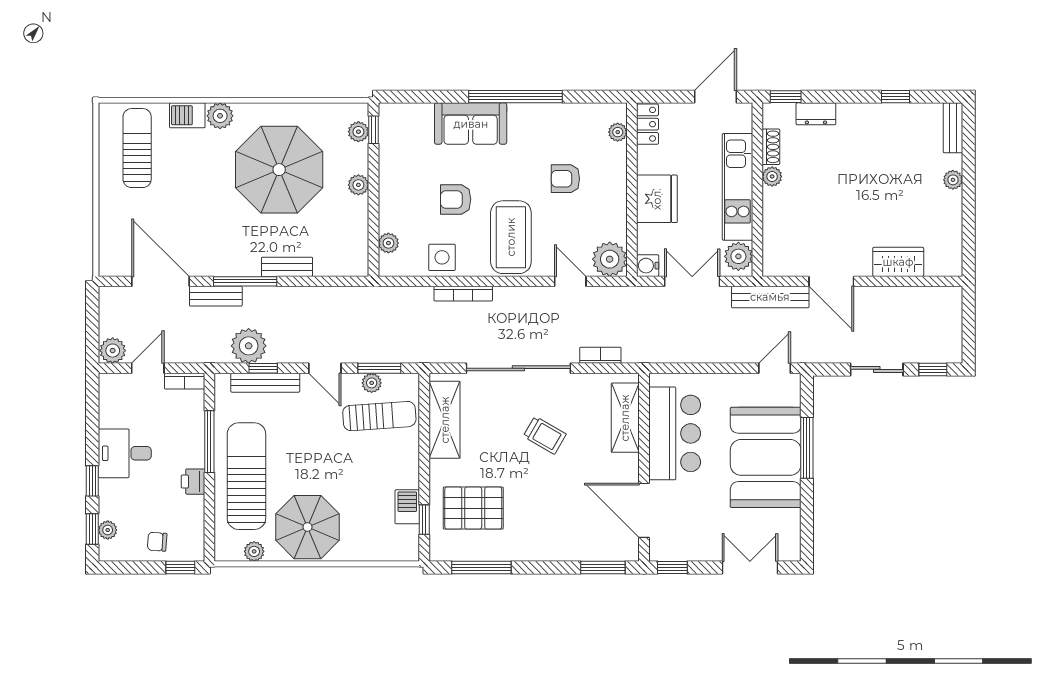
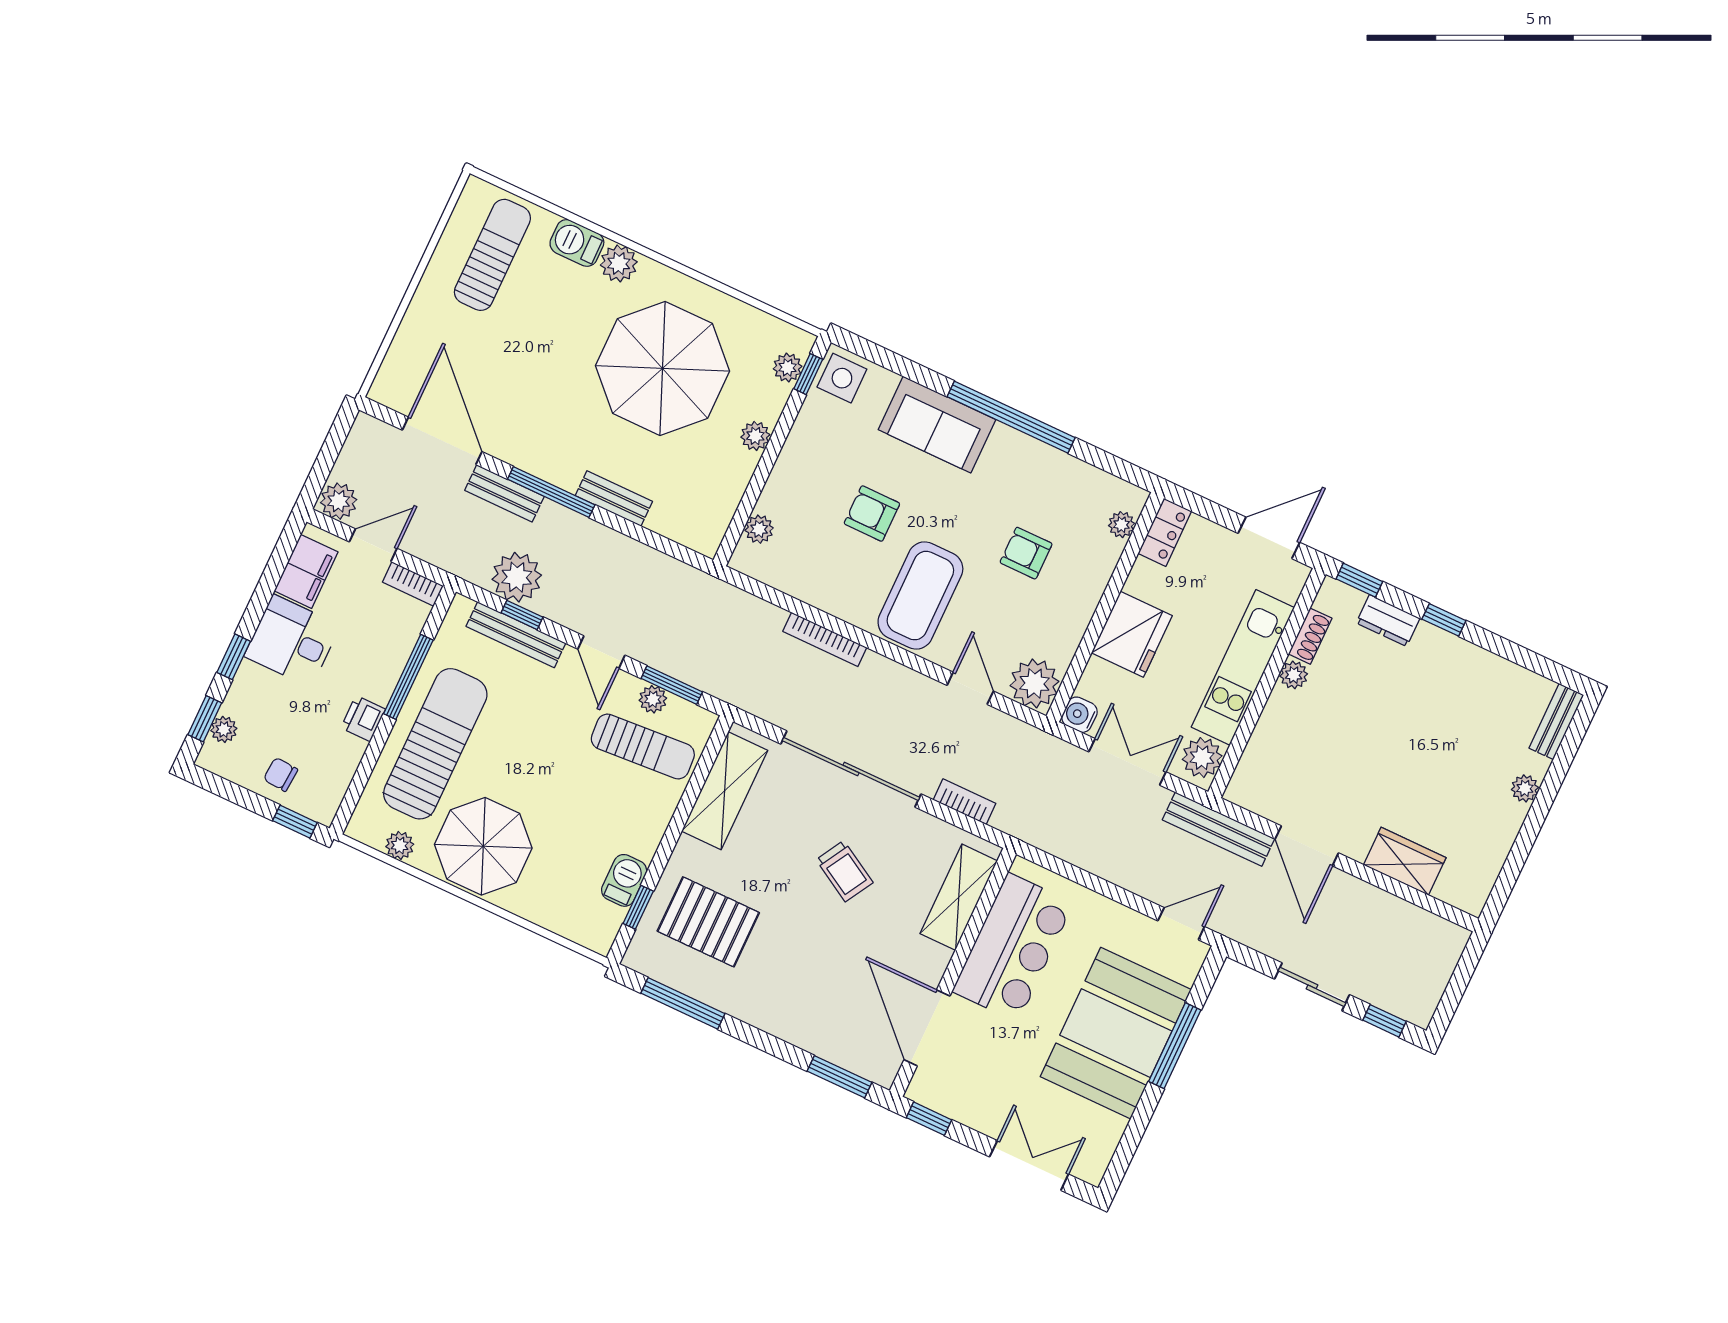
window: (895, 97) -> (1444, 620), moved
side table: (442, 257) -> (842, 378), moved
filing cabinet: (113, 405) -> (306, 571), added

